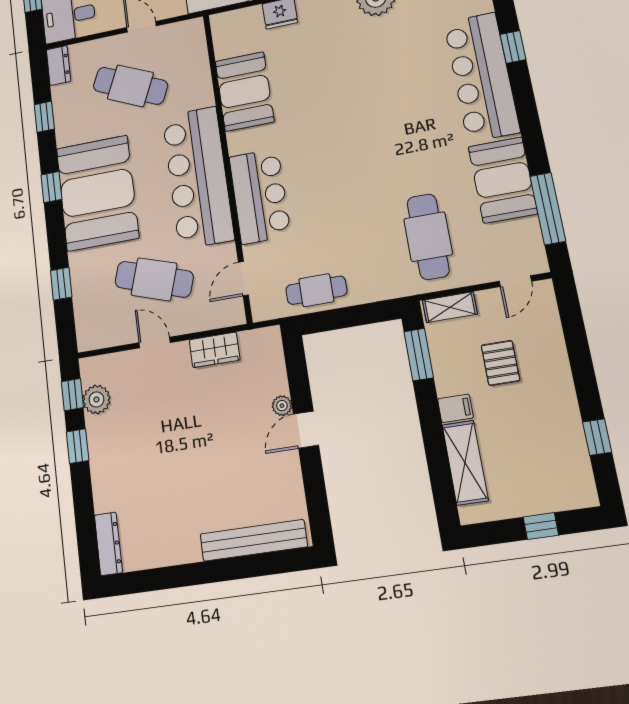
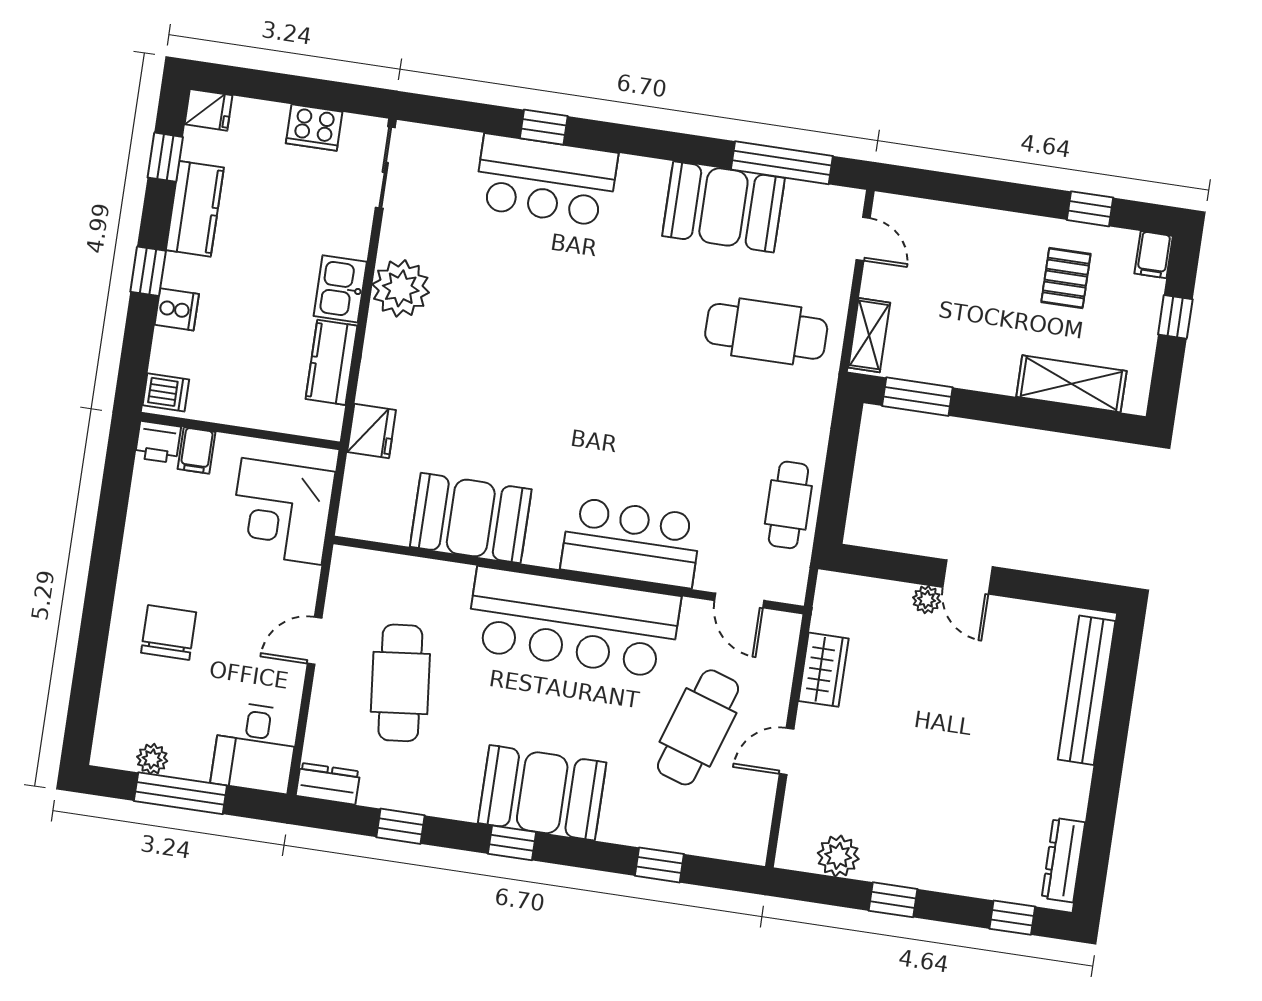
bar counter: (481, 77) -> (546, 180), width x0.73
cafe table: (130, 86) -> (400, 683), turned -30
booth: (97, 193) -> (542, 793), width x0.73, depth x0.70
pallet: (500, 363) -> (1066, 278), moved, turned 90
window: (72, 395) -> (1012, 918), moved
filing cabinet: (455, 408) -> (1154, 255), moved, turned 180
dresser: (108, 544) -> (1063, 860), moved, turned -90

